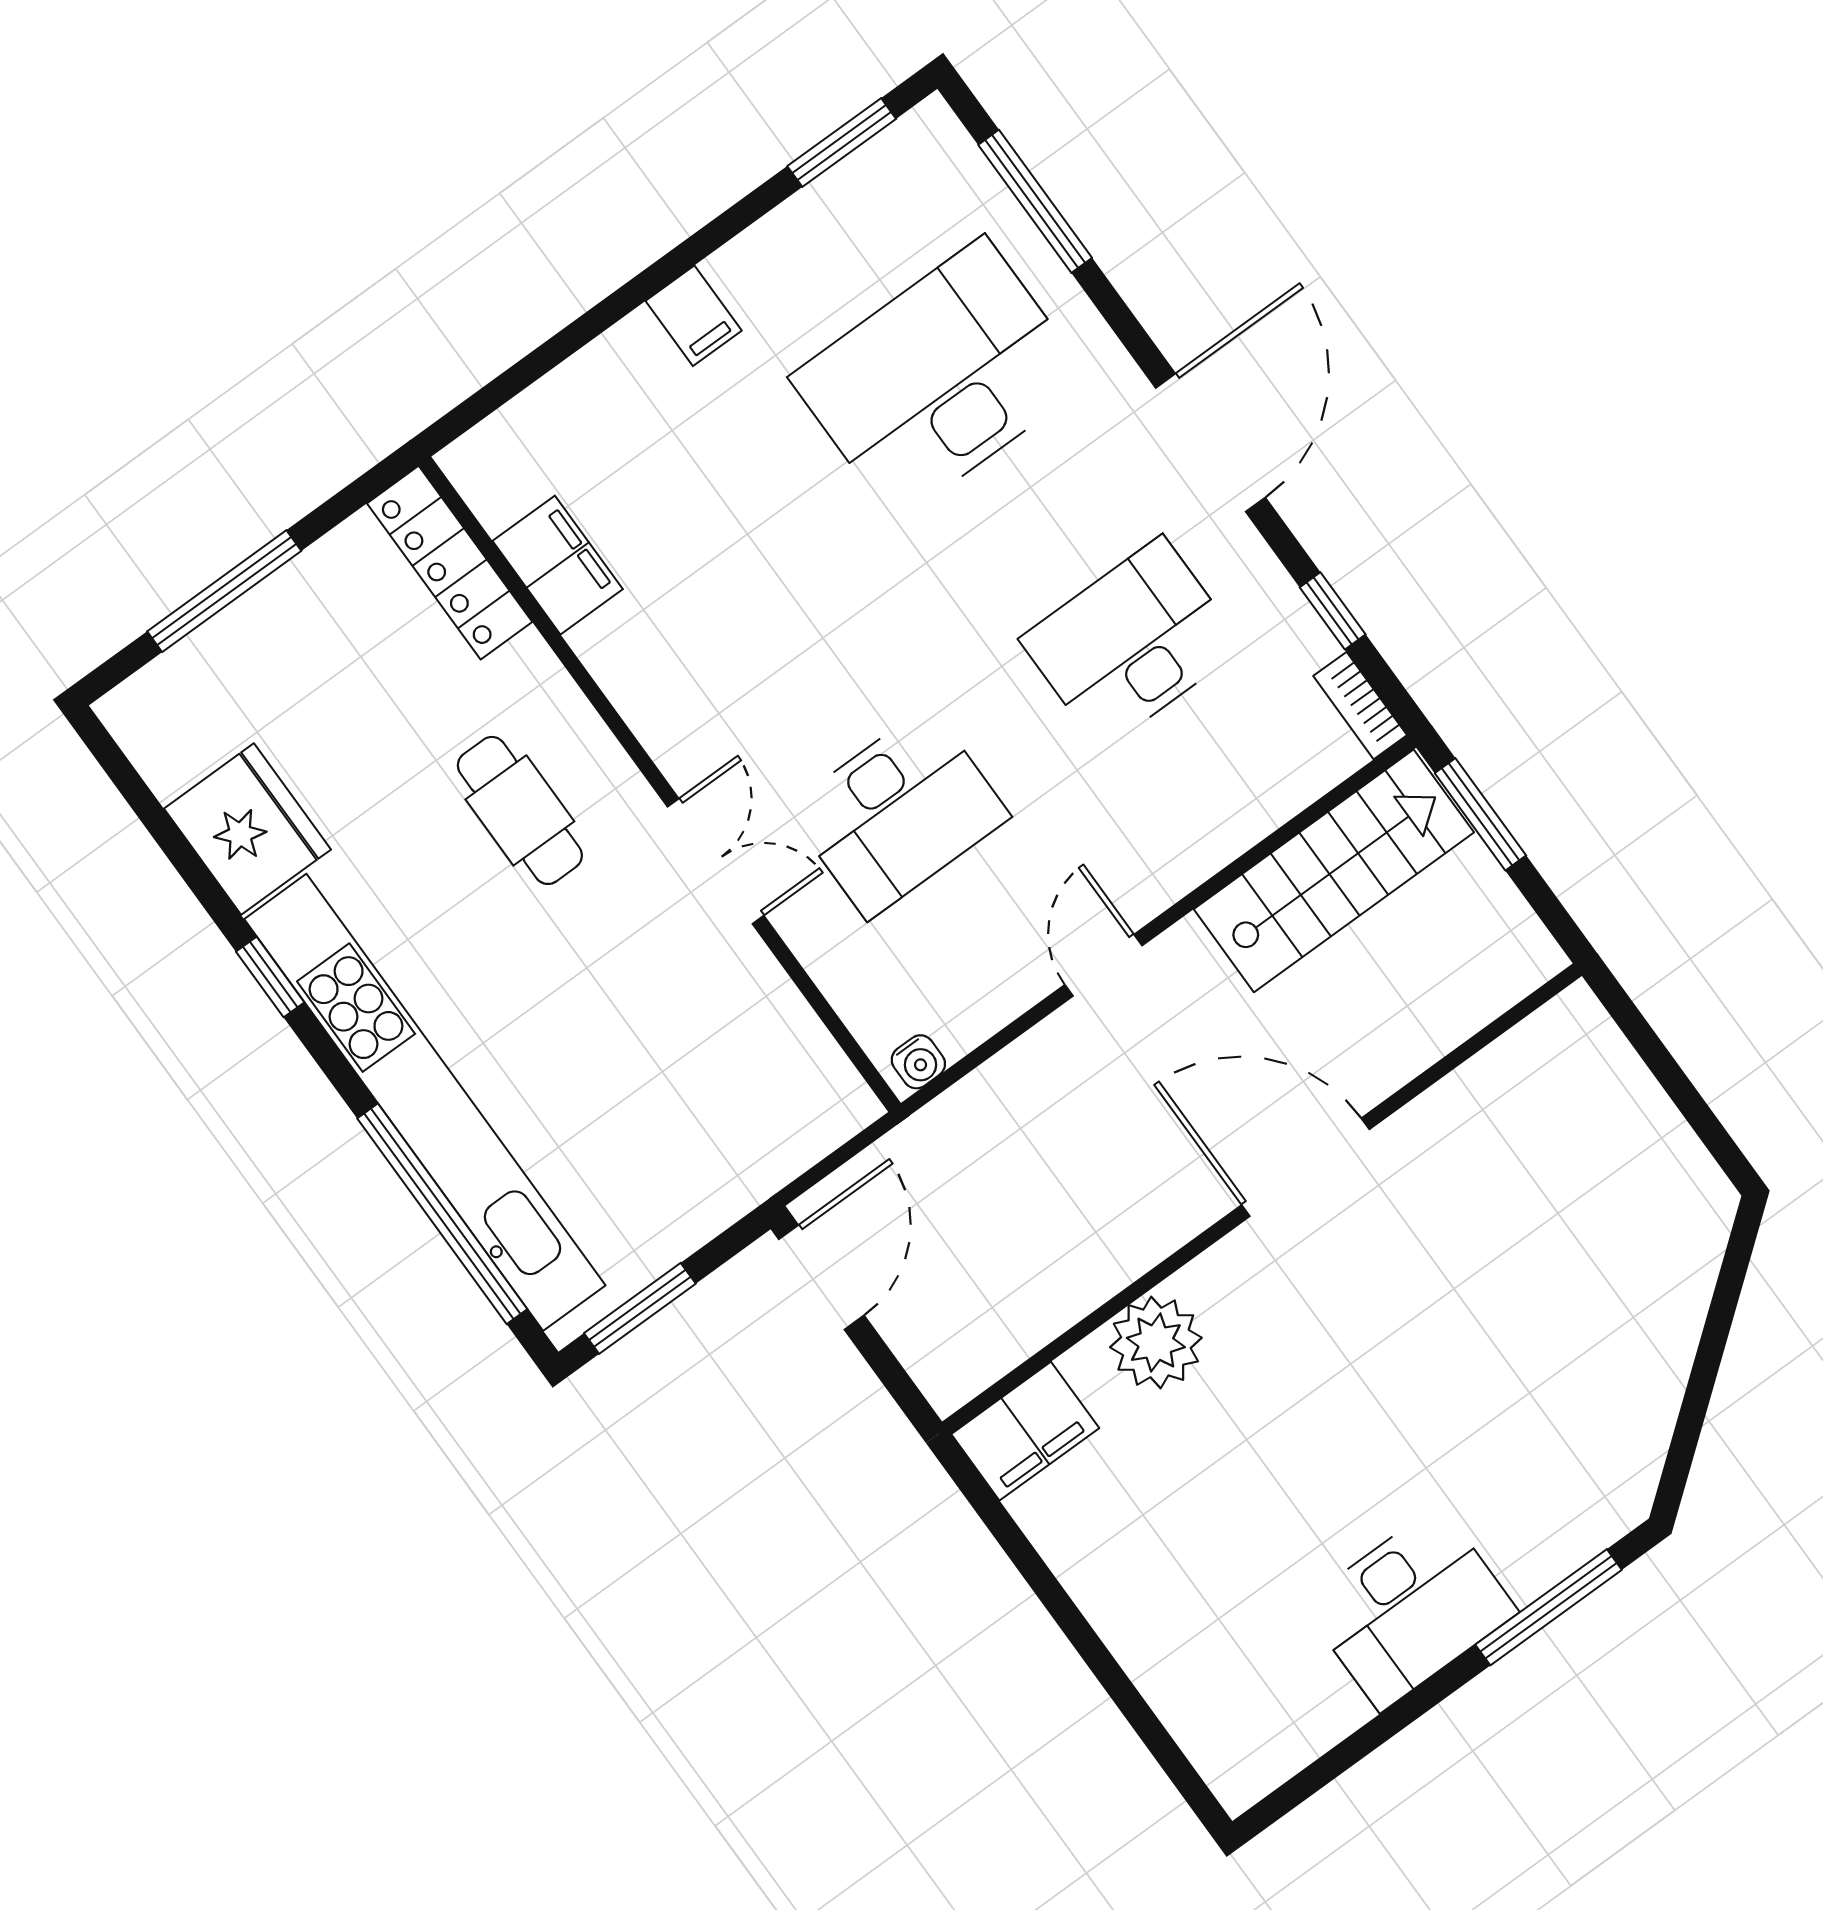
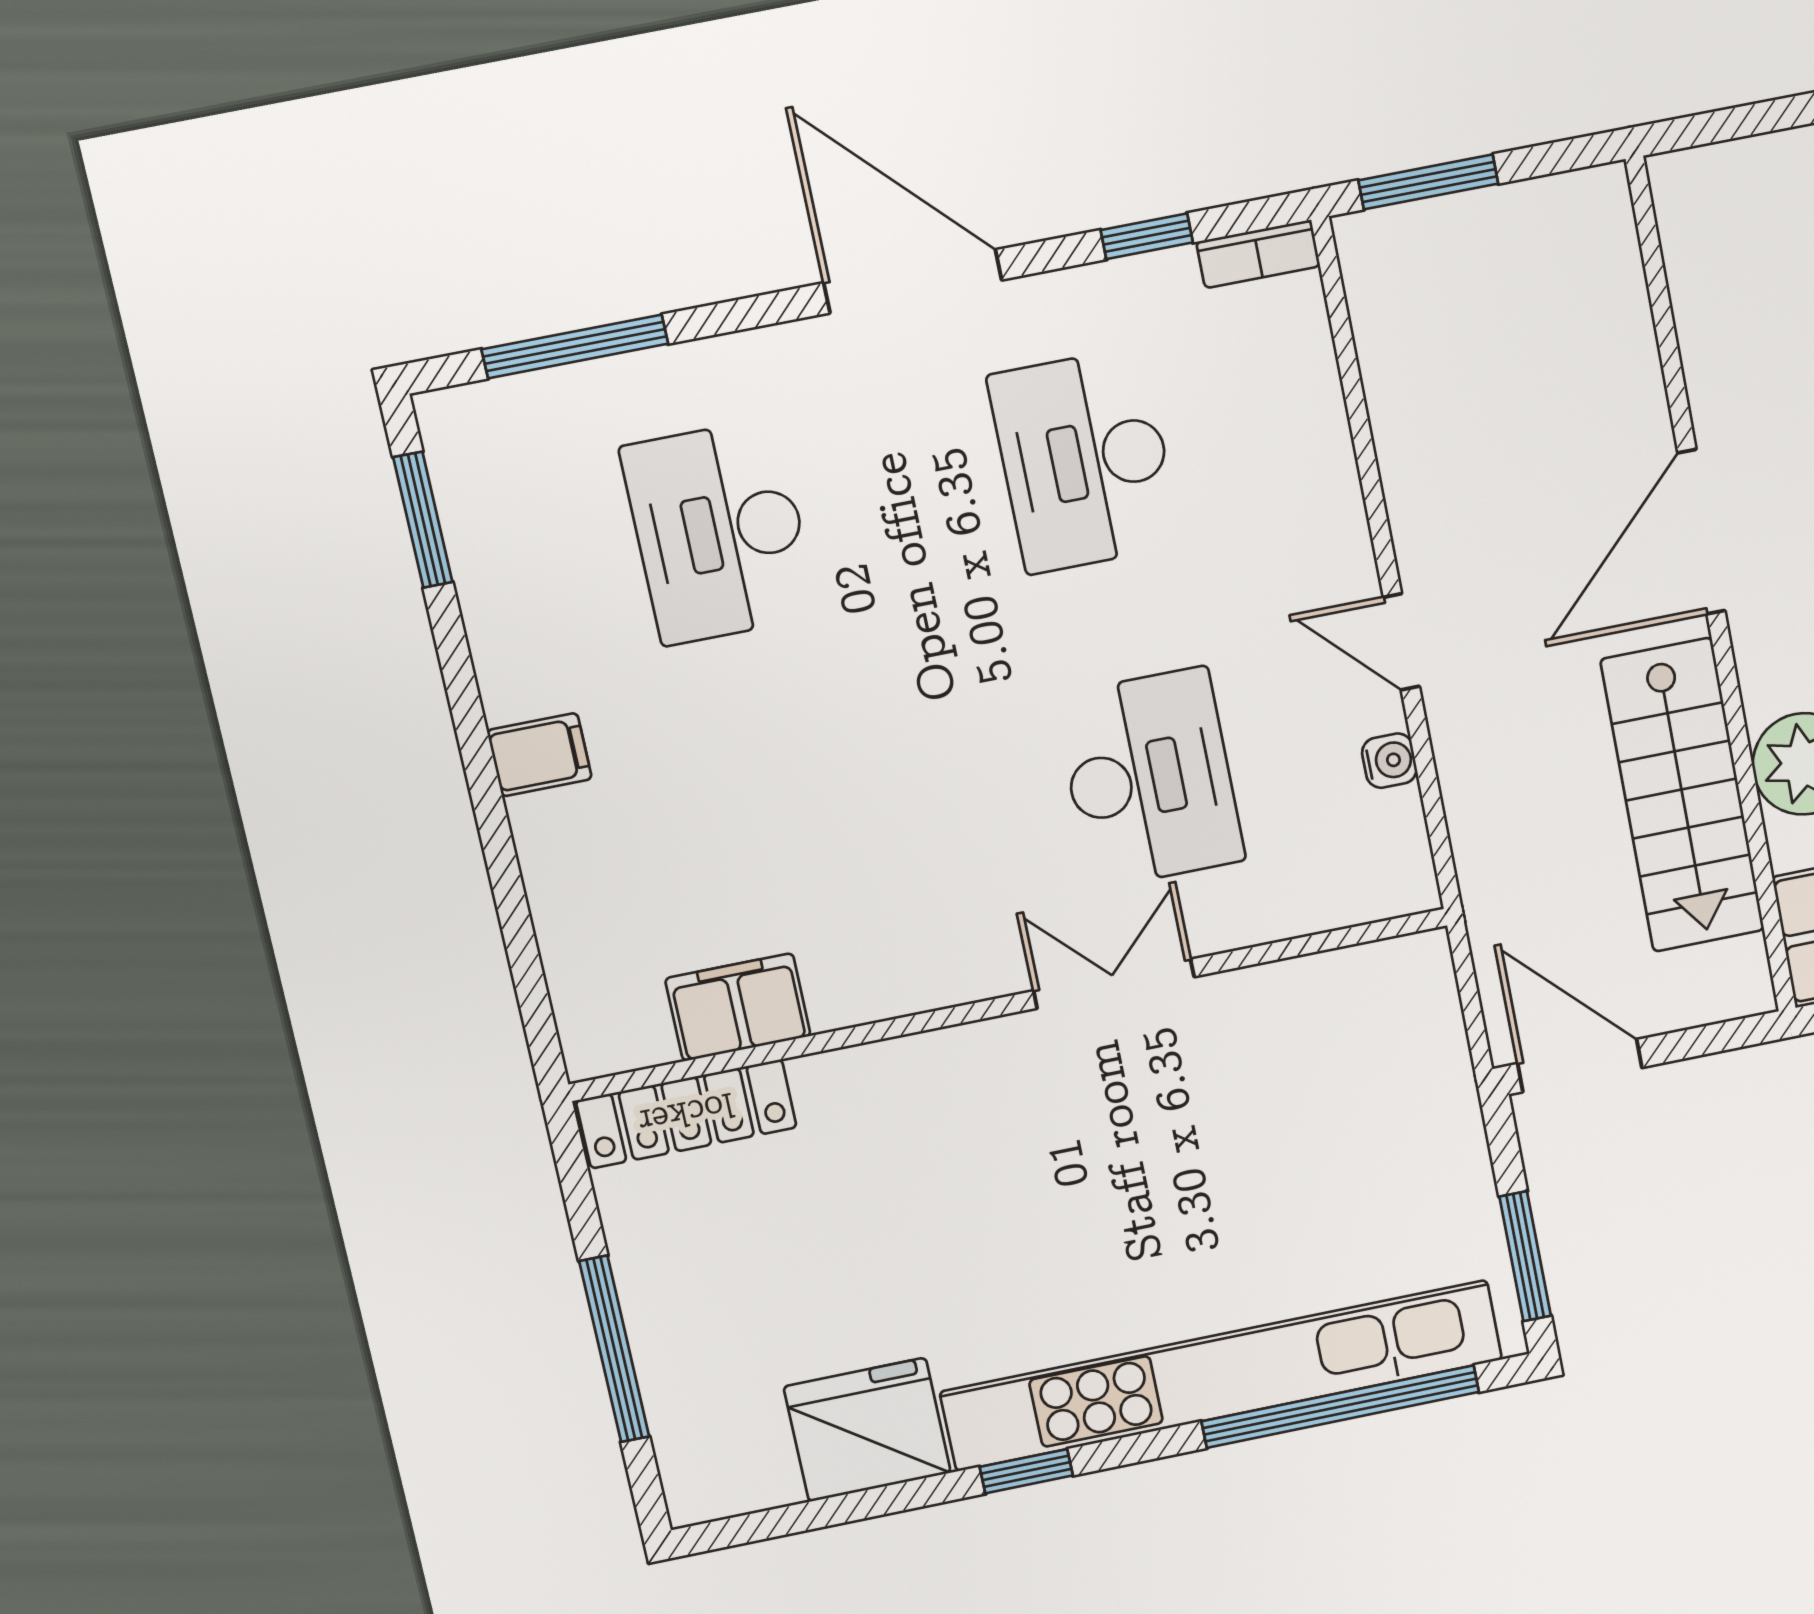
desk: (940, 379) -> (719, 532), width x0.73, depth x0.77
cafe table: (520, 810) -> (972, 1155), removed
stairs: (1334, 871) -> (1683, 795), moved, turned 180
water cooler: (918, 1062) -> (1389, 761), moved

